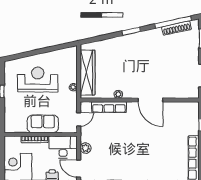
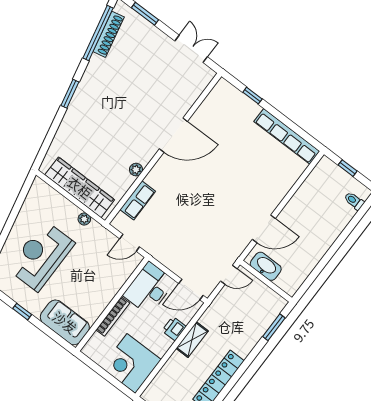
row of seats: (109, 107) -> (138, 200), width x0.68
door: (79, 119) -> (130, 243), swing flipped
sofa: (43, 124) -> (65, 322), moved, turned 90
plant: (86, 148) -> (172, 261), removed

